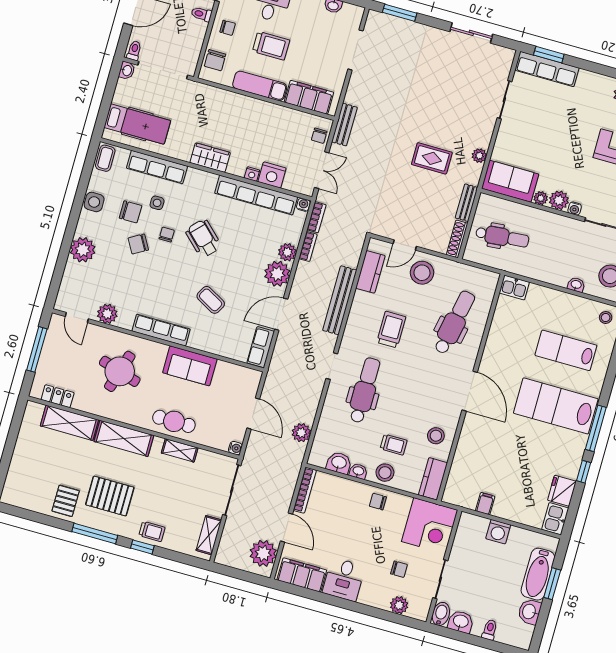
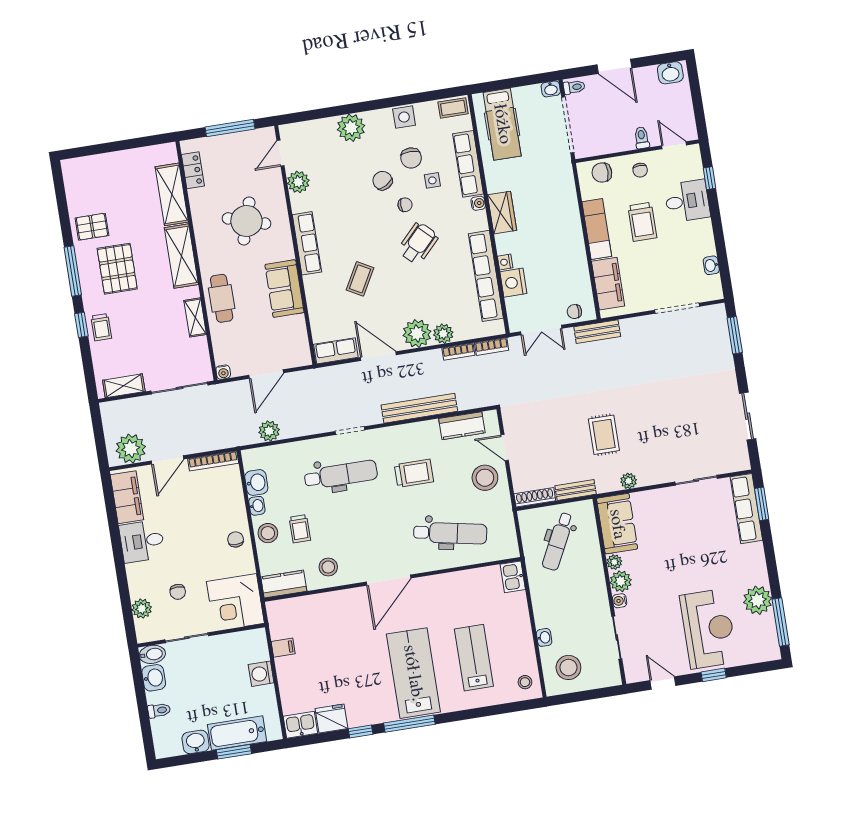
water cooler: (303, 205) -> (478, 203), moved
dental chair: (502, 237) -> (558, 541), turned 32

